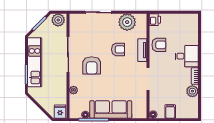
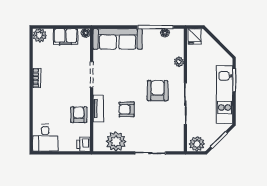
armchair: (159, 45) -> (79, 115), turned 90
desk: (187, 56) -> (45, 138), moved, turned -90
plant: (192, 91) -> (40, 35), moved
sofa: (111, 109) -> (118, 39), moved
filing cabinet: (170, 112) -> (66, 37), width x2.00

